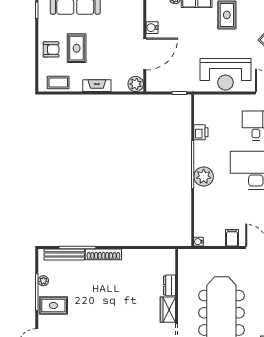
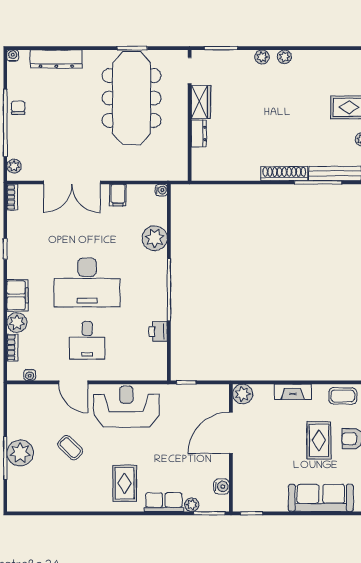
water cooler: (152, 28) -> (222, 486), moved
plant: (204, 177) -> (155, 238), moved

